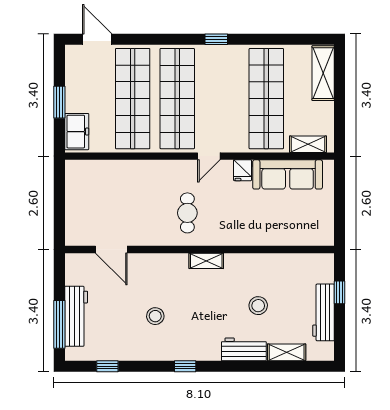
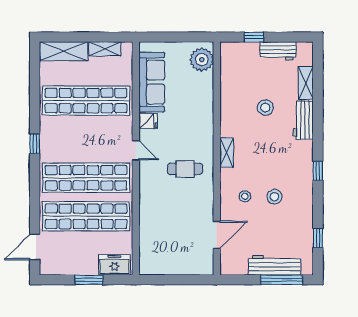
shelving: (308, 144) -> (105, 49), moved, turned 90
plant: (314, 232) -> (202, 60), added
stool: (156, 282) -> (245, 196), added
workbench: (324, 312) -> (278, 51), width x0.73

